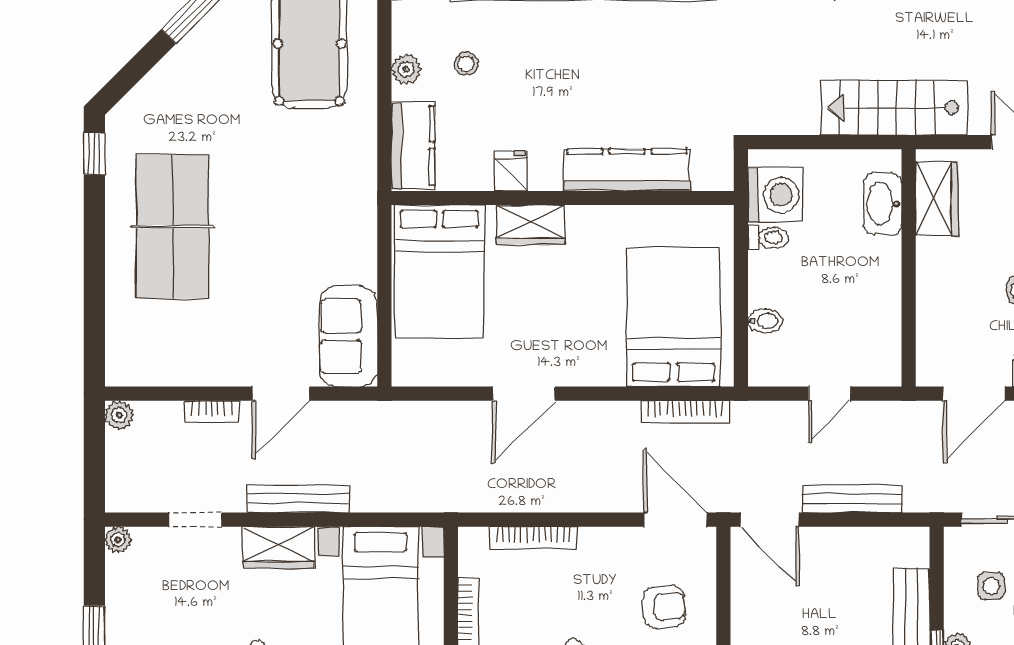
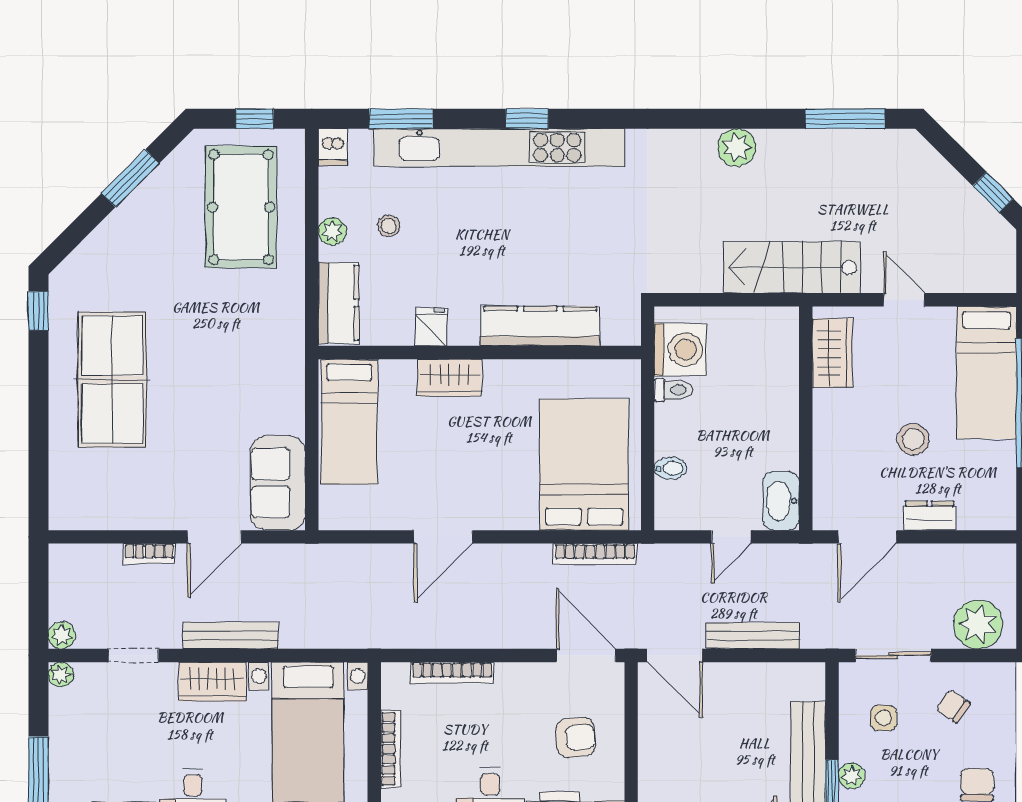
washbasin: (883, 204) -> (781, 501), moved
bed: (439, 272) -> (349, 422), width x0.67
plant: (119, 415) -> (62, 635), moved

